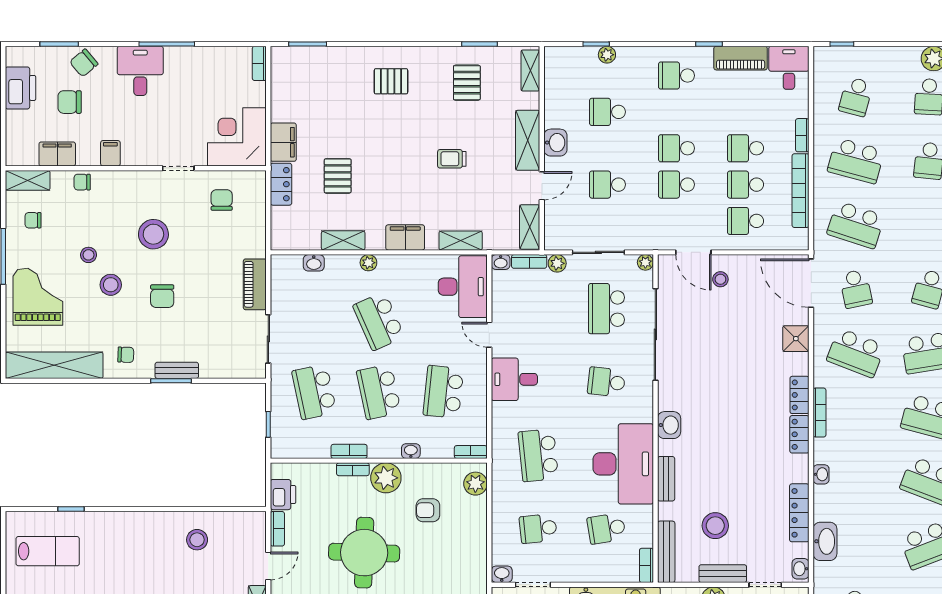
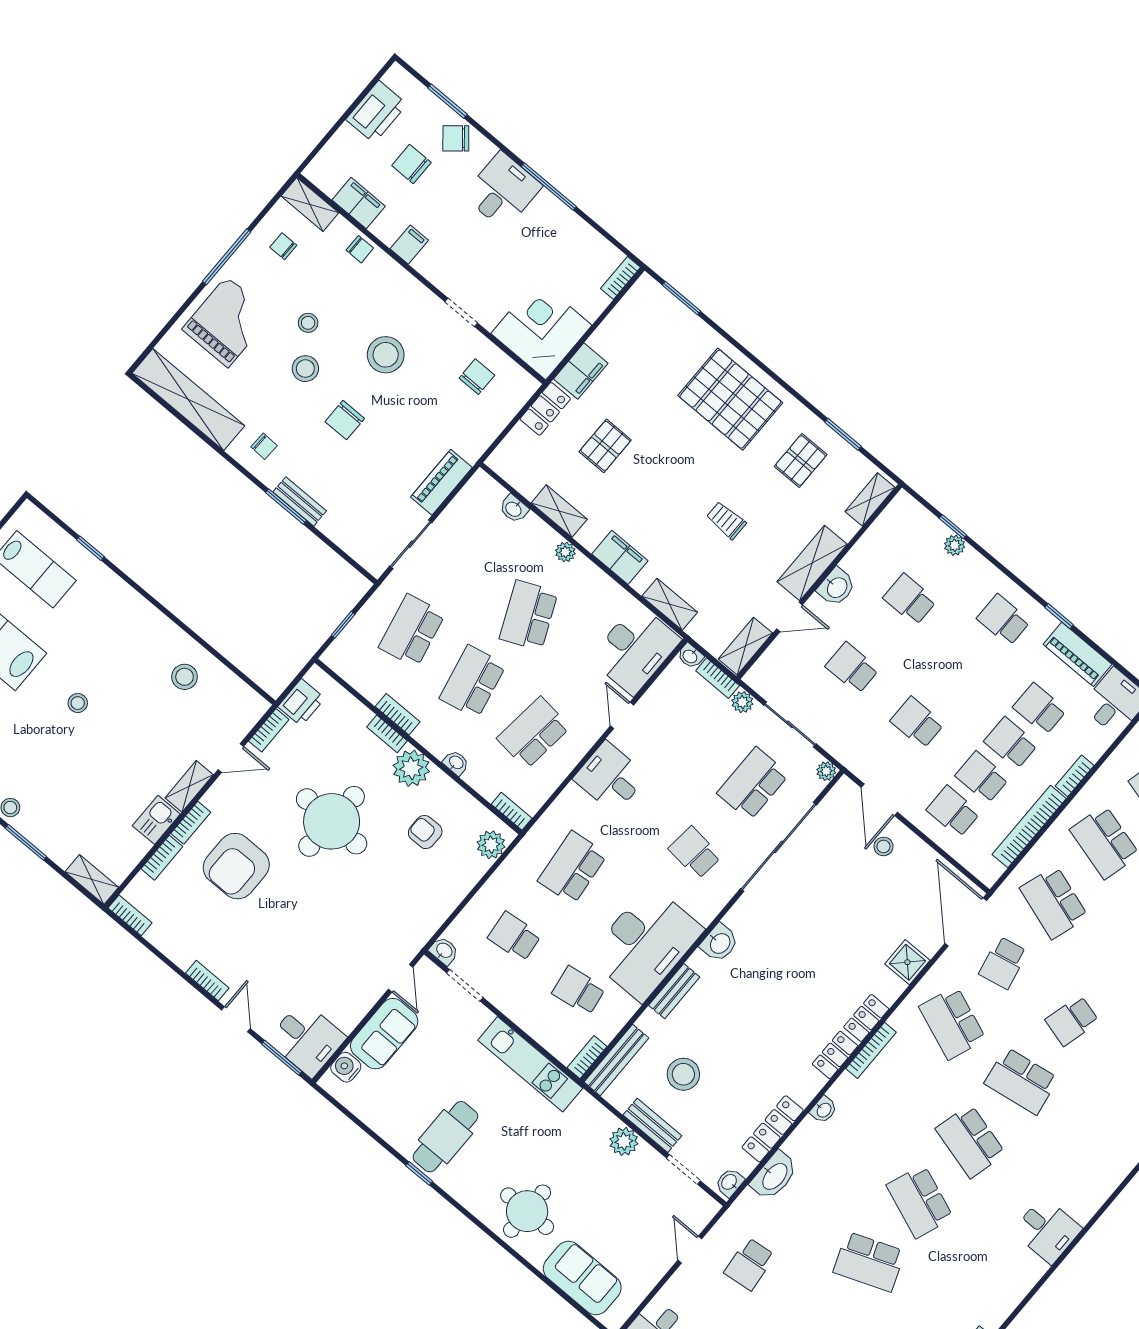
pallet: (391, 81) -> (730, 399), width x2.05, depth x2.00
school desk: (676, 148) -> (1040, 709), moved
chair: (82, 182) -> (360, 249), turned 180

